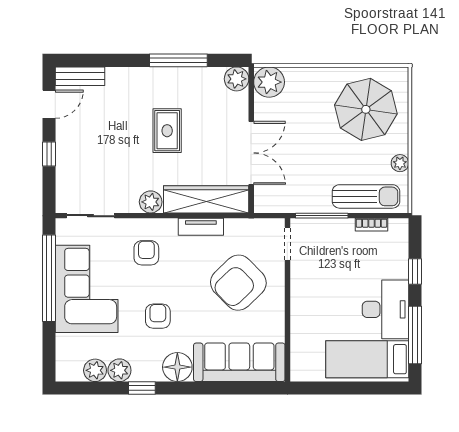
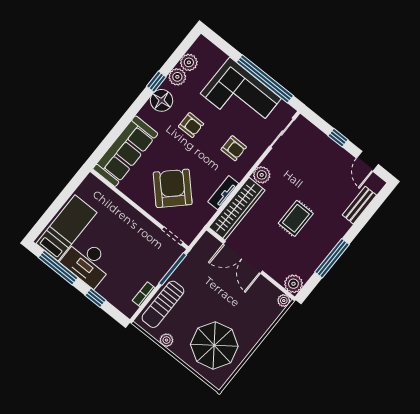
bench: (80, 76) -> (359, 205), moved
plant: (269, 82) -> (284, 301), width x0.53, depth x0.53
rug: (167, 131) -> (296, 218), turned 90
floor lamp: (177, 367) -> (161, 100), moved

